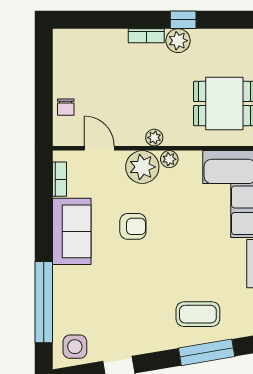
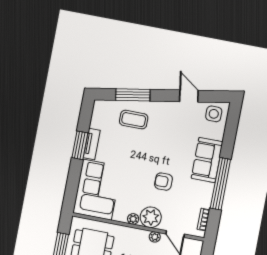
plant: (154, 138) -> (155, 237), moved
sofa: (72, 231) -> (207, 160), moved
window: (44, 302) -> (220, 184), moved

